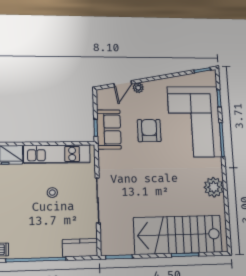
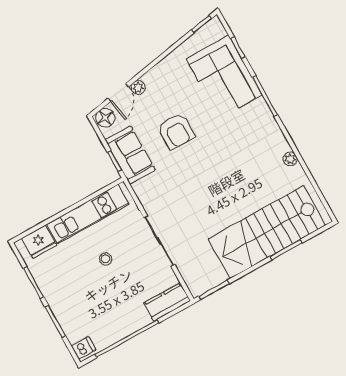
floor lamp: (105, 95) -> (105, 118), added
corner sofa: (194, 122) -> (224, 77), width x0.73, depth x0.74
armchair: (149, 131) -> (176, 131), turned 180
plant: (214, 187) -> (290, 159), width x0.53, depth x0.53

